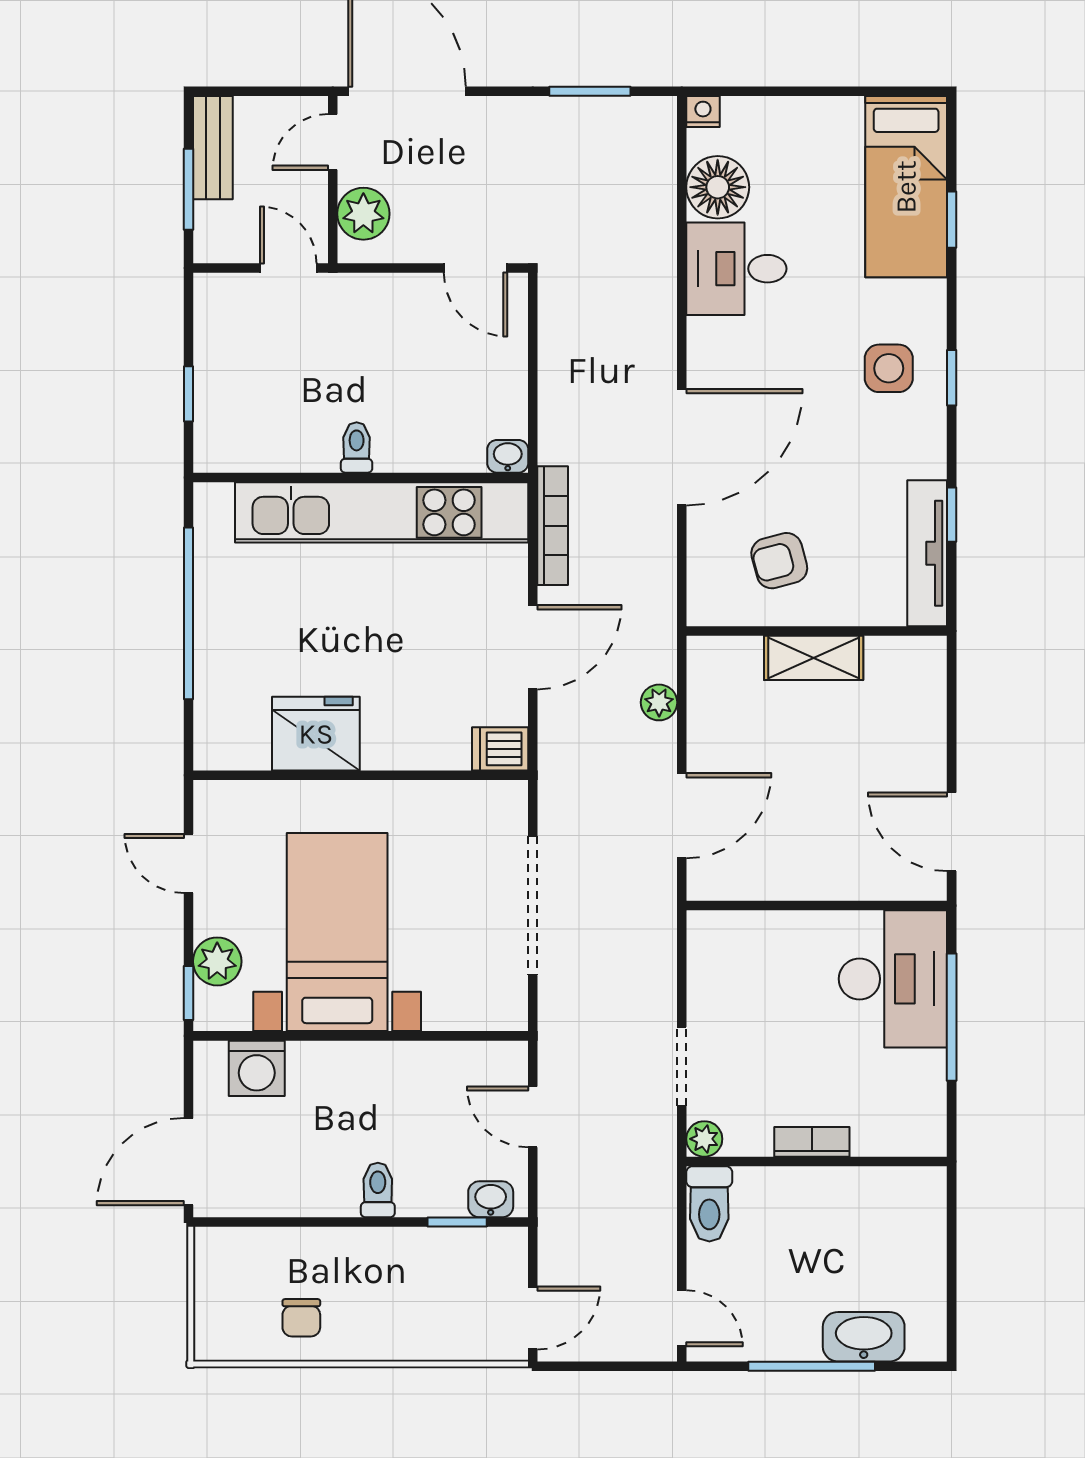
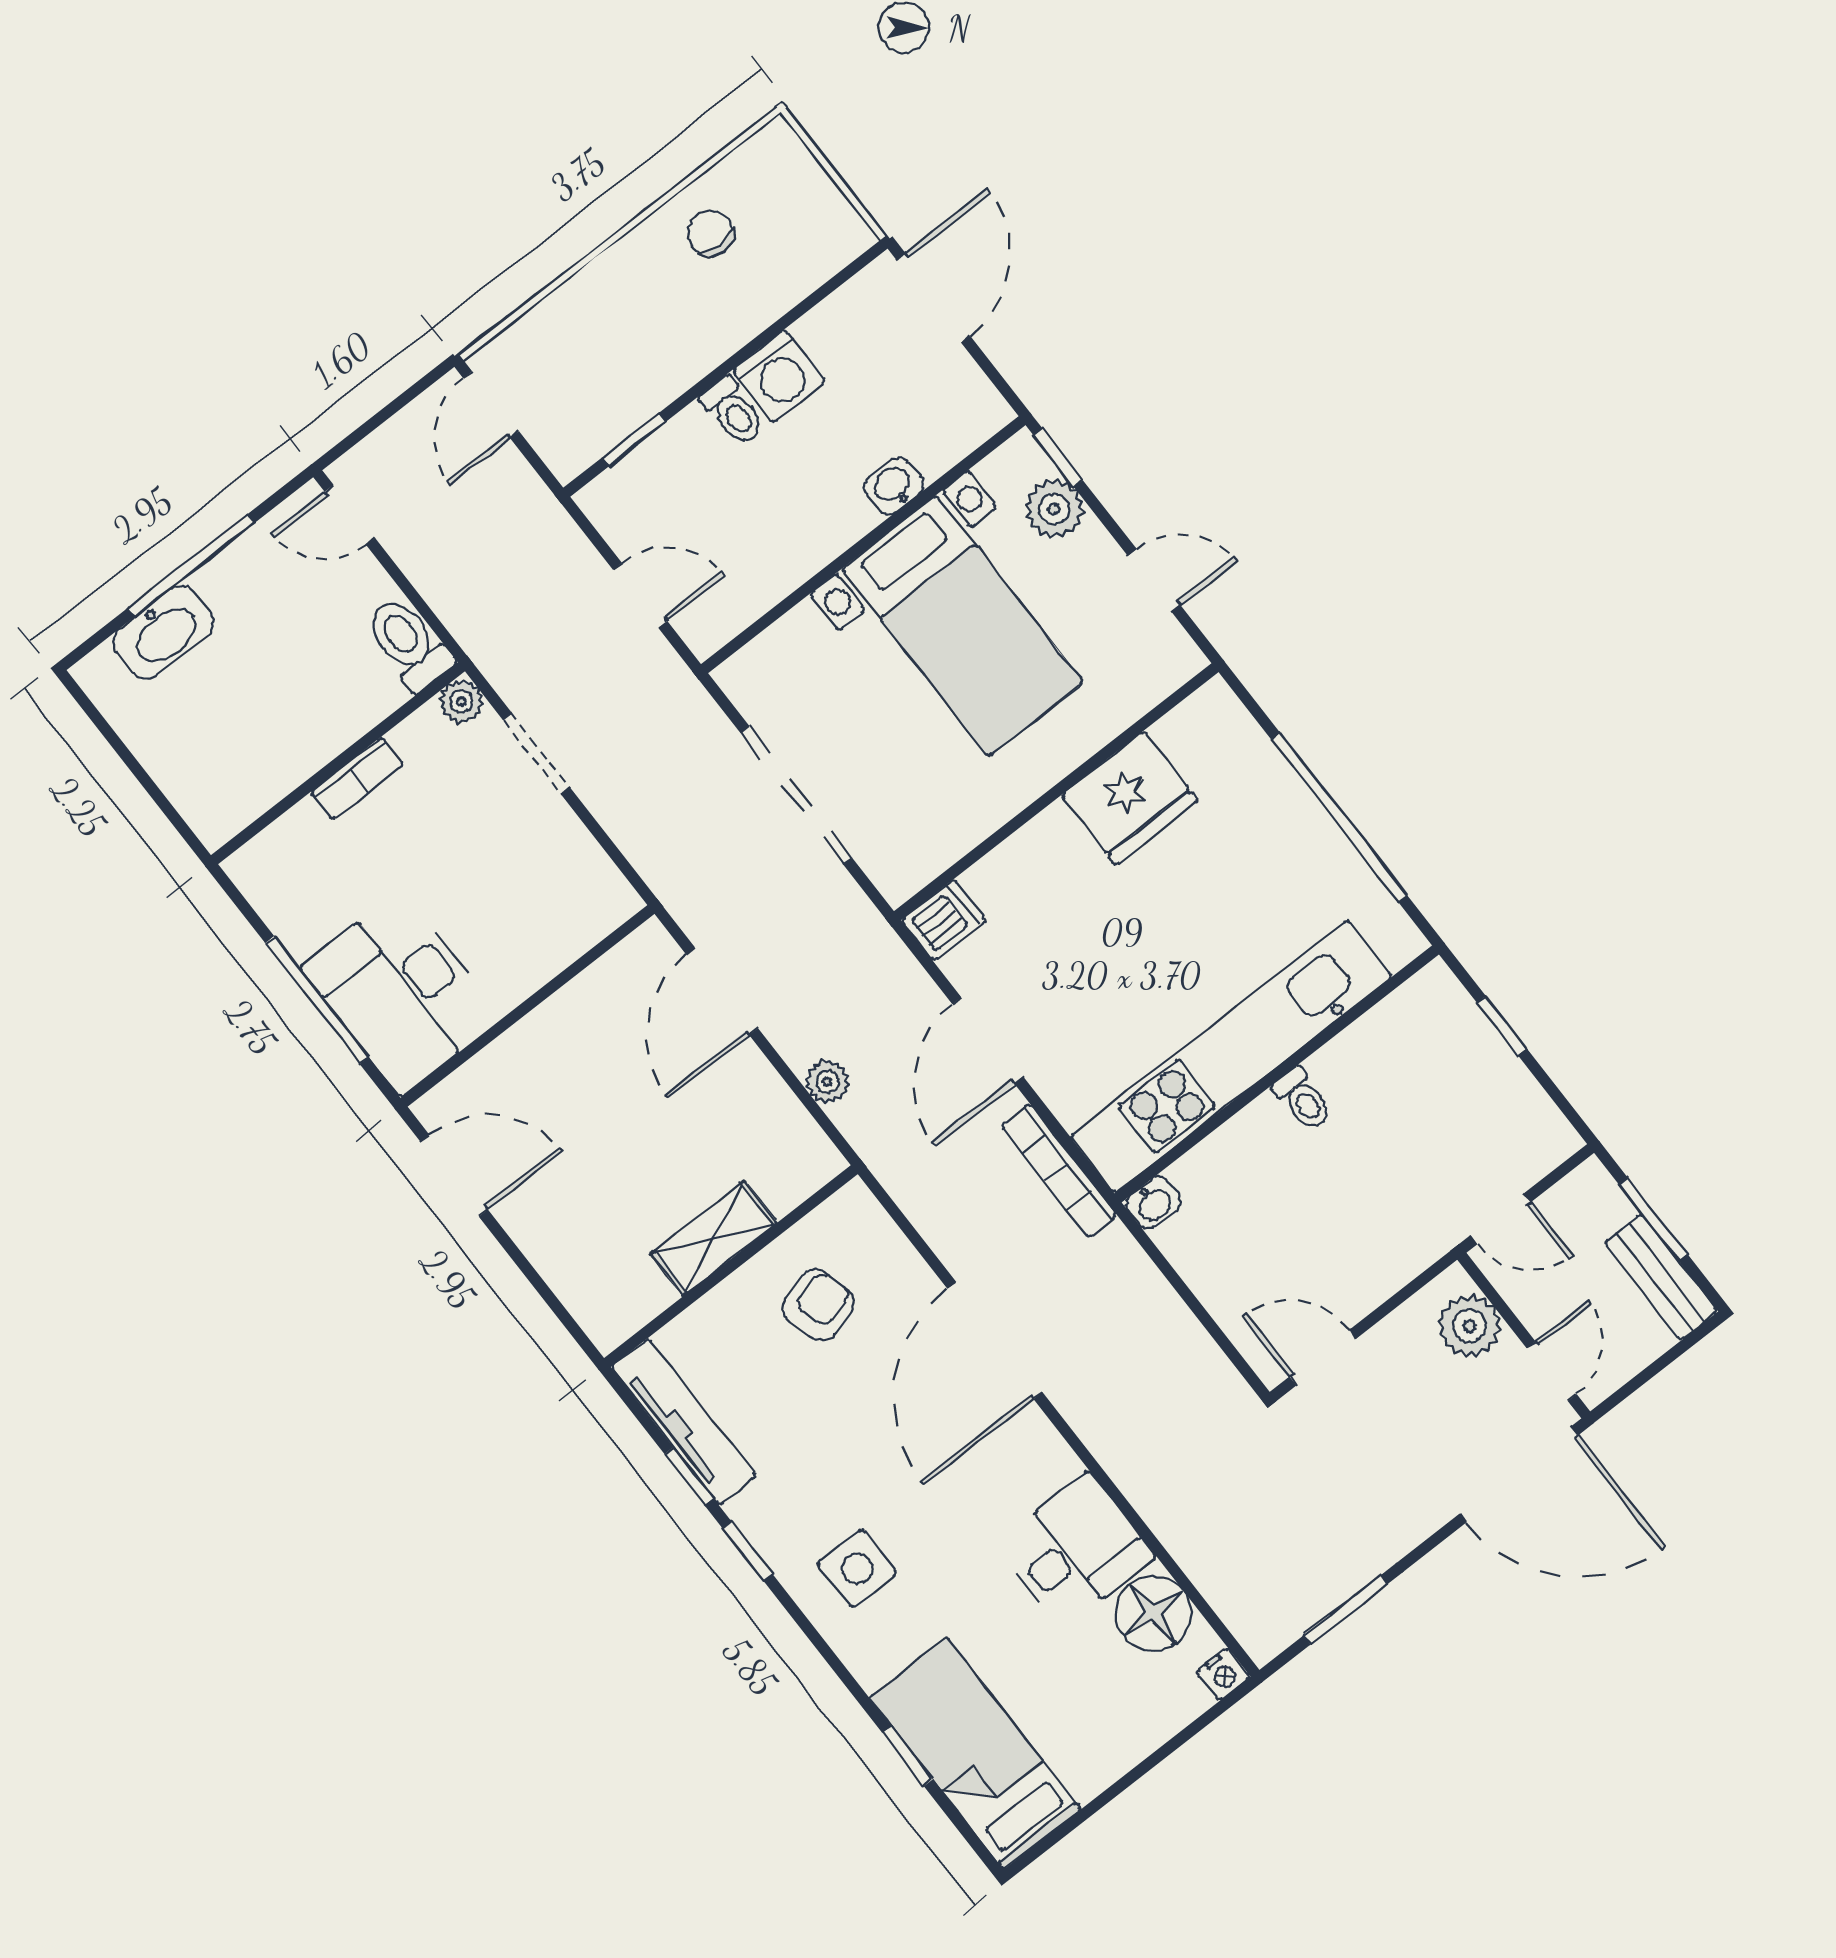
window: (952, 378) -> (747, 1551), moved
washing machine: (257, 1068) -> (779, 376), moved, turned 180
washbasin: (491, 1199) -> (894, 486), moved, turned 180

